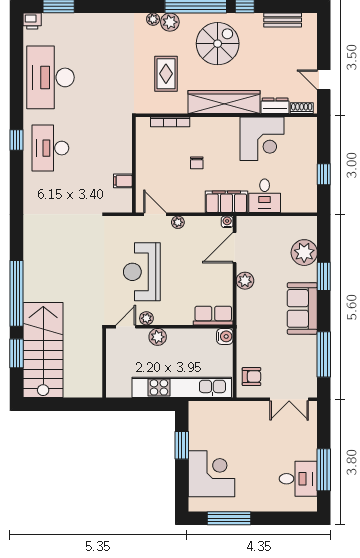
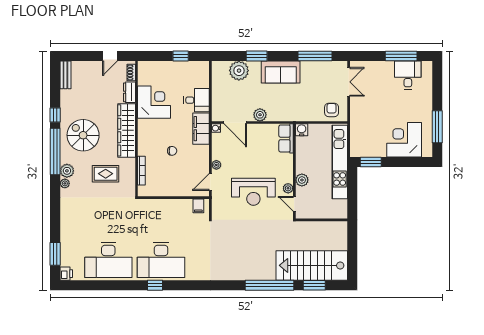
bench: (283, 20) -> (65, 75), moved
desk: (50, 148) -> (161, 260), width x1.36, depth x1.30
filing cabinet: (123, 181) -> (198, 206), moved
window: (182, 445) -> (371, 162), moved

